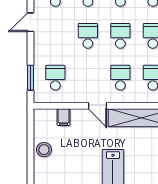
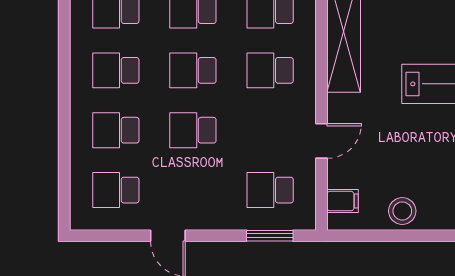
door: (98, 106) -> (322, 141), moved
filing cabinet: (64, 117) -> (343, 201), moved

